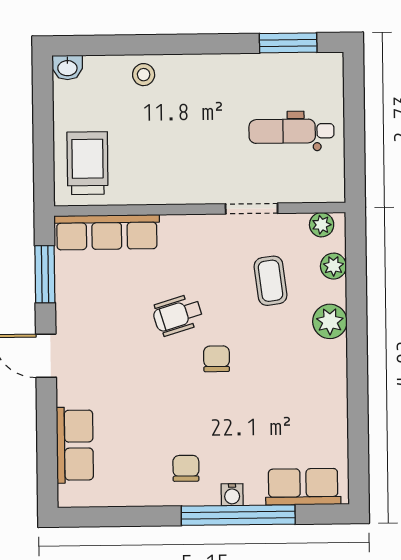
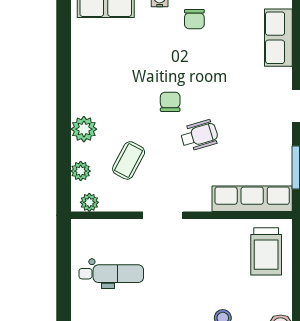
doorway: (252, 209) -> (163, 215), moved
coffee table: (270, 281) -> (129, 160), turned 35
chair: (217, 359) -> (170, 102), turned 180

